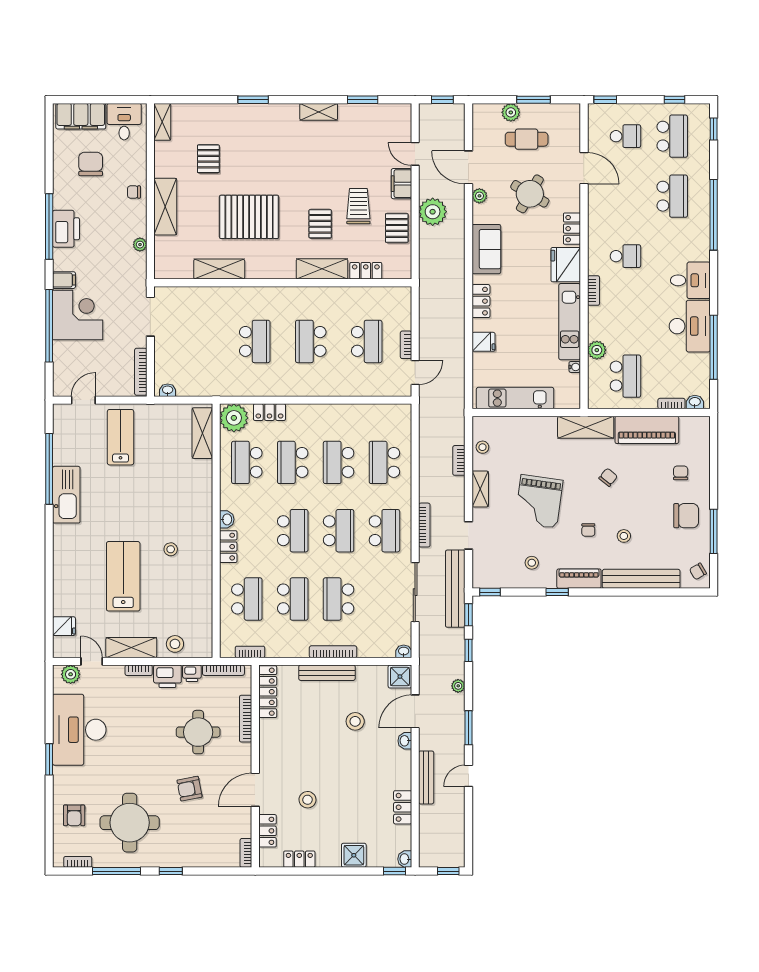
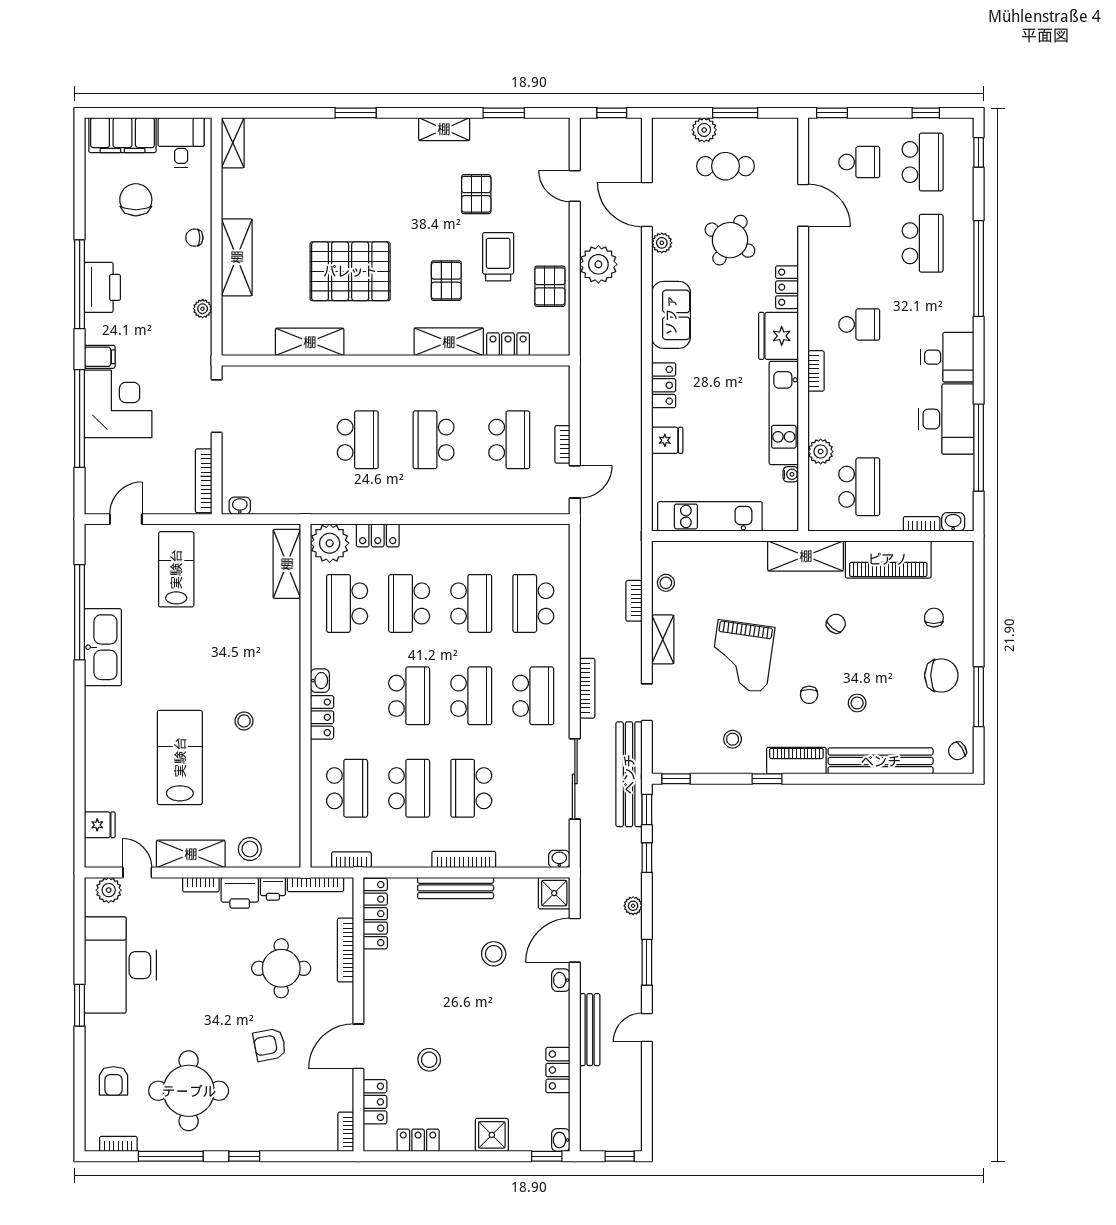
pallet: (208, 159) -> (476, 194), moved
filing cabinet: (401, 184) -> (556, 226), removed
school desk: (339, 462) -> (471, 603), turned 180

